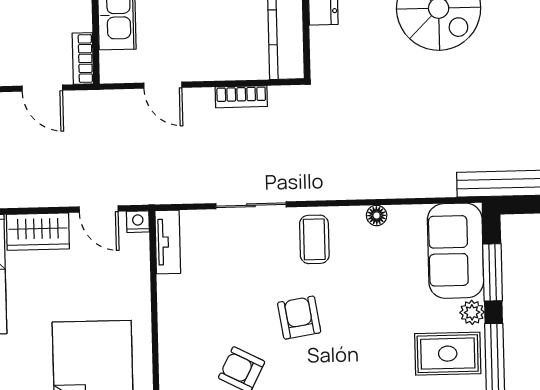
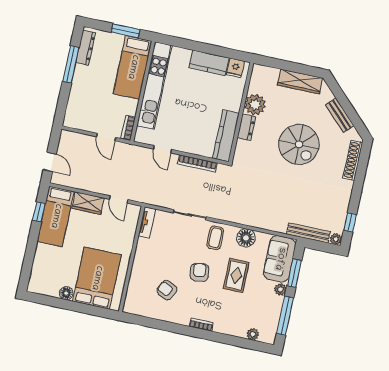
bookcase: (241, 97) -> (197, 163), width x1.56
floor lamp: (377, 215) -> (246, 238), width x1.89, depth x1.89
nightstand: (138, 222) -> (135, 210), removed
rug: (448, 354) -> (236, 275), moved, turned 90

